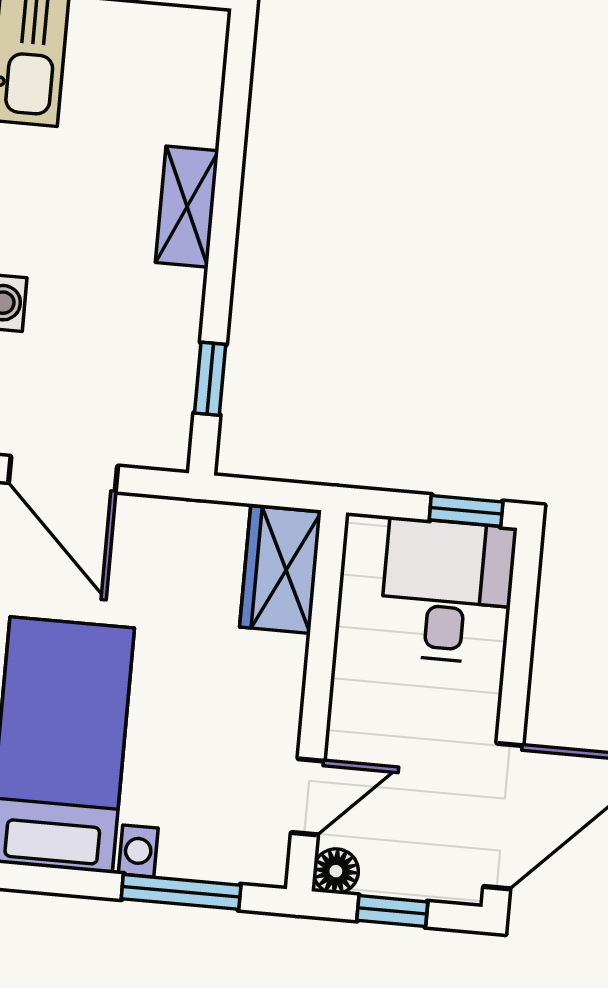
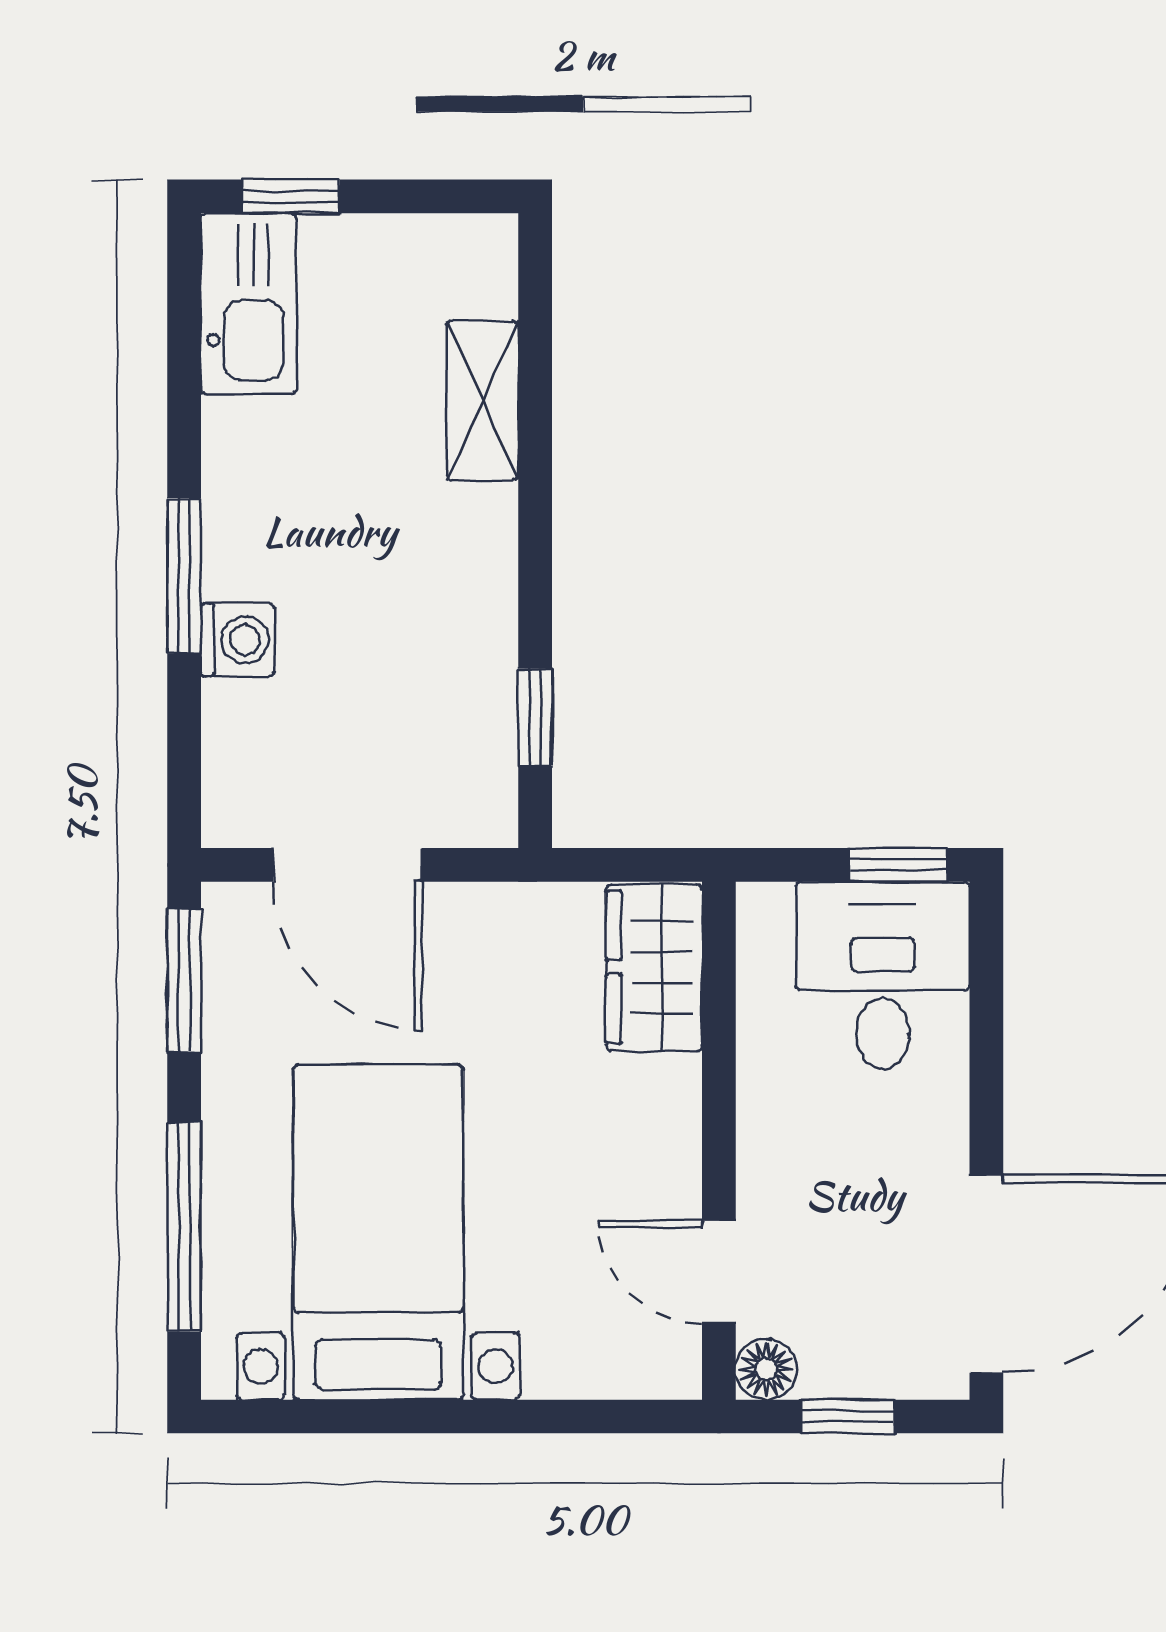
shelving: (187, 207) -> (483, 400), moved
door: (308, 797) -> (719, 1272), swing flipped
window: (181, 892) -> (559, 1416), removed

